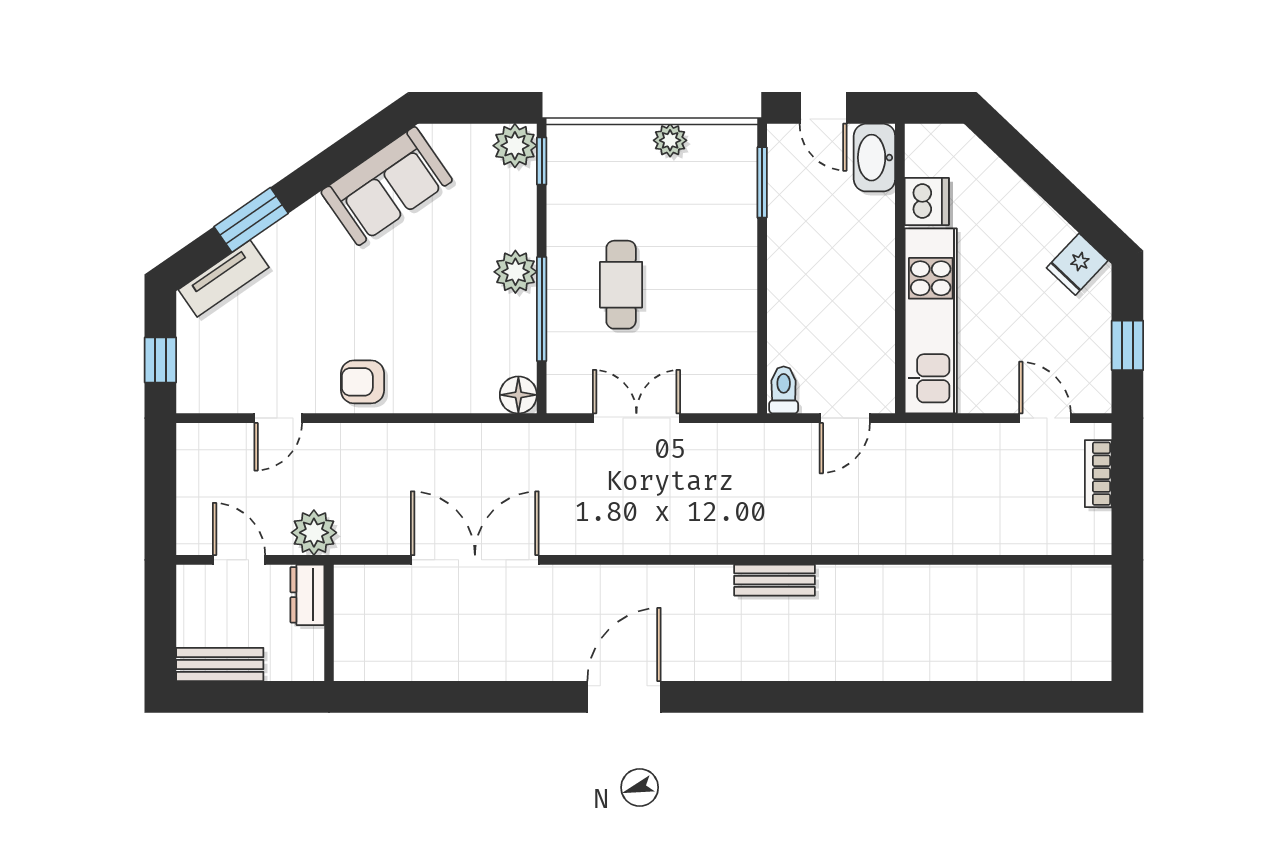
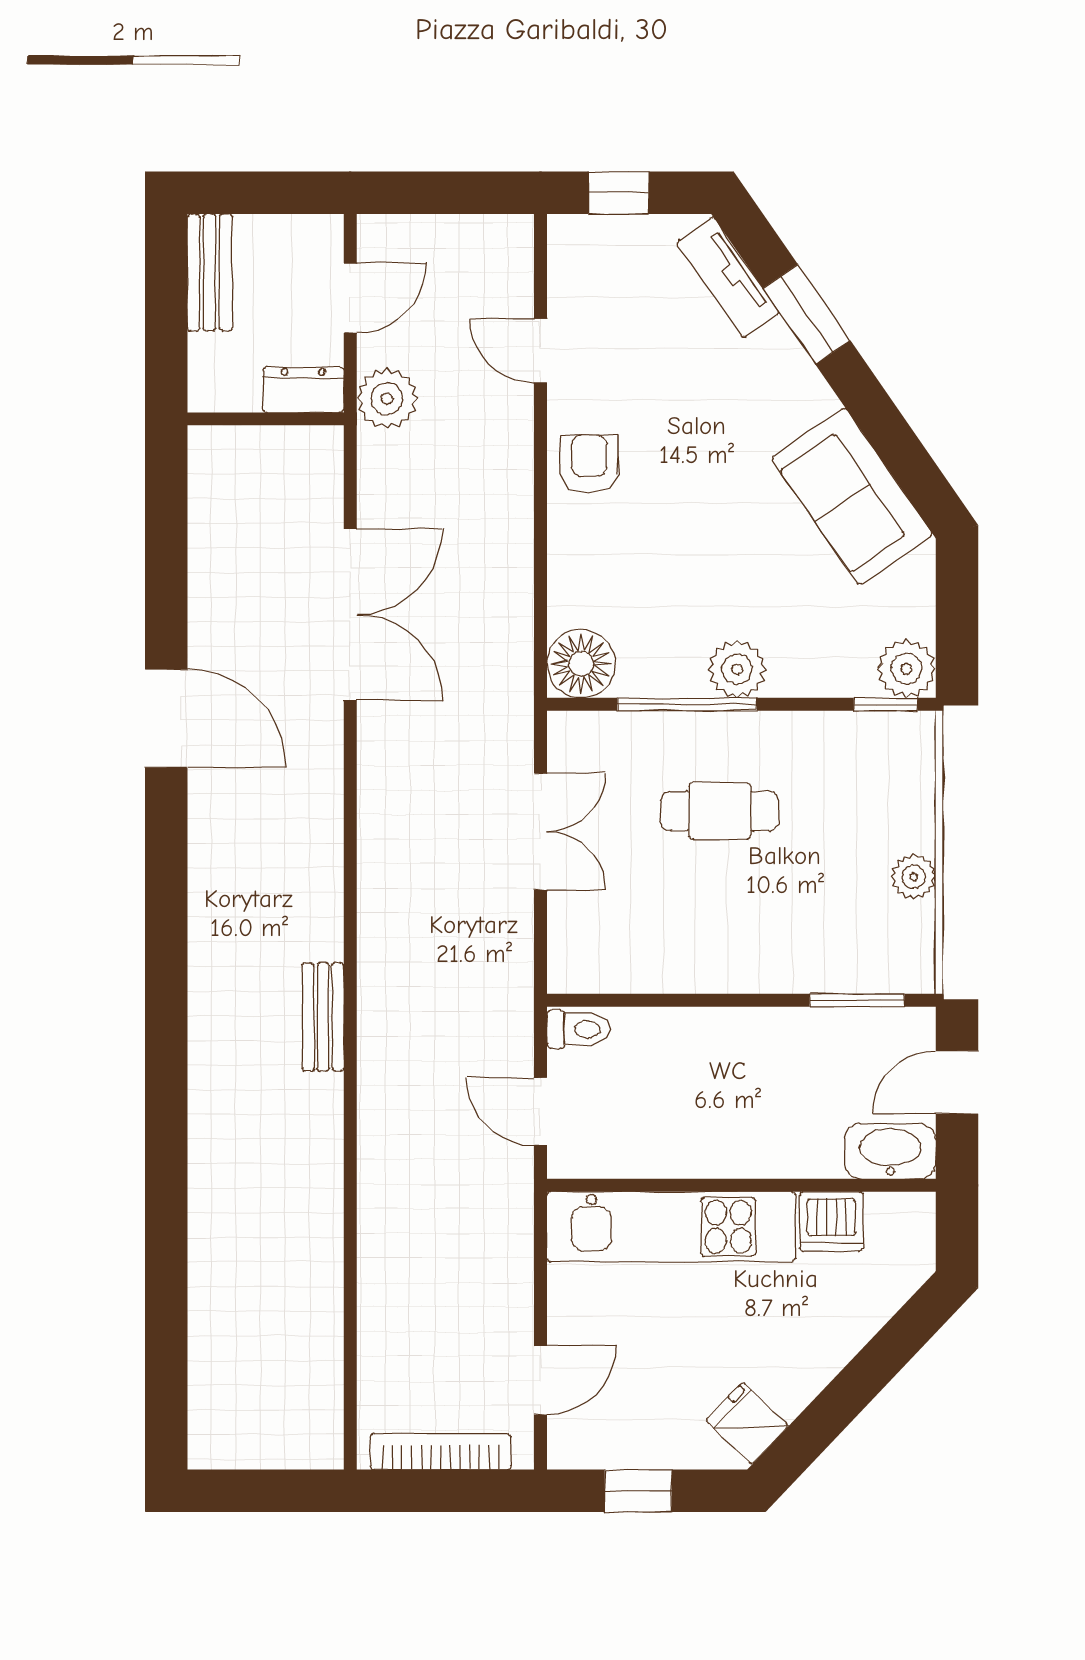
floor lamp: (518, 395) -> (581, 664), width x1.38, depth x1.38
bookcase: (1098, 474) -> (441, 1452), width x1.56
door: (624, 697) -> (166, 718), moved

